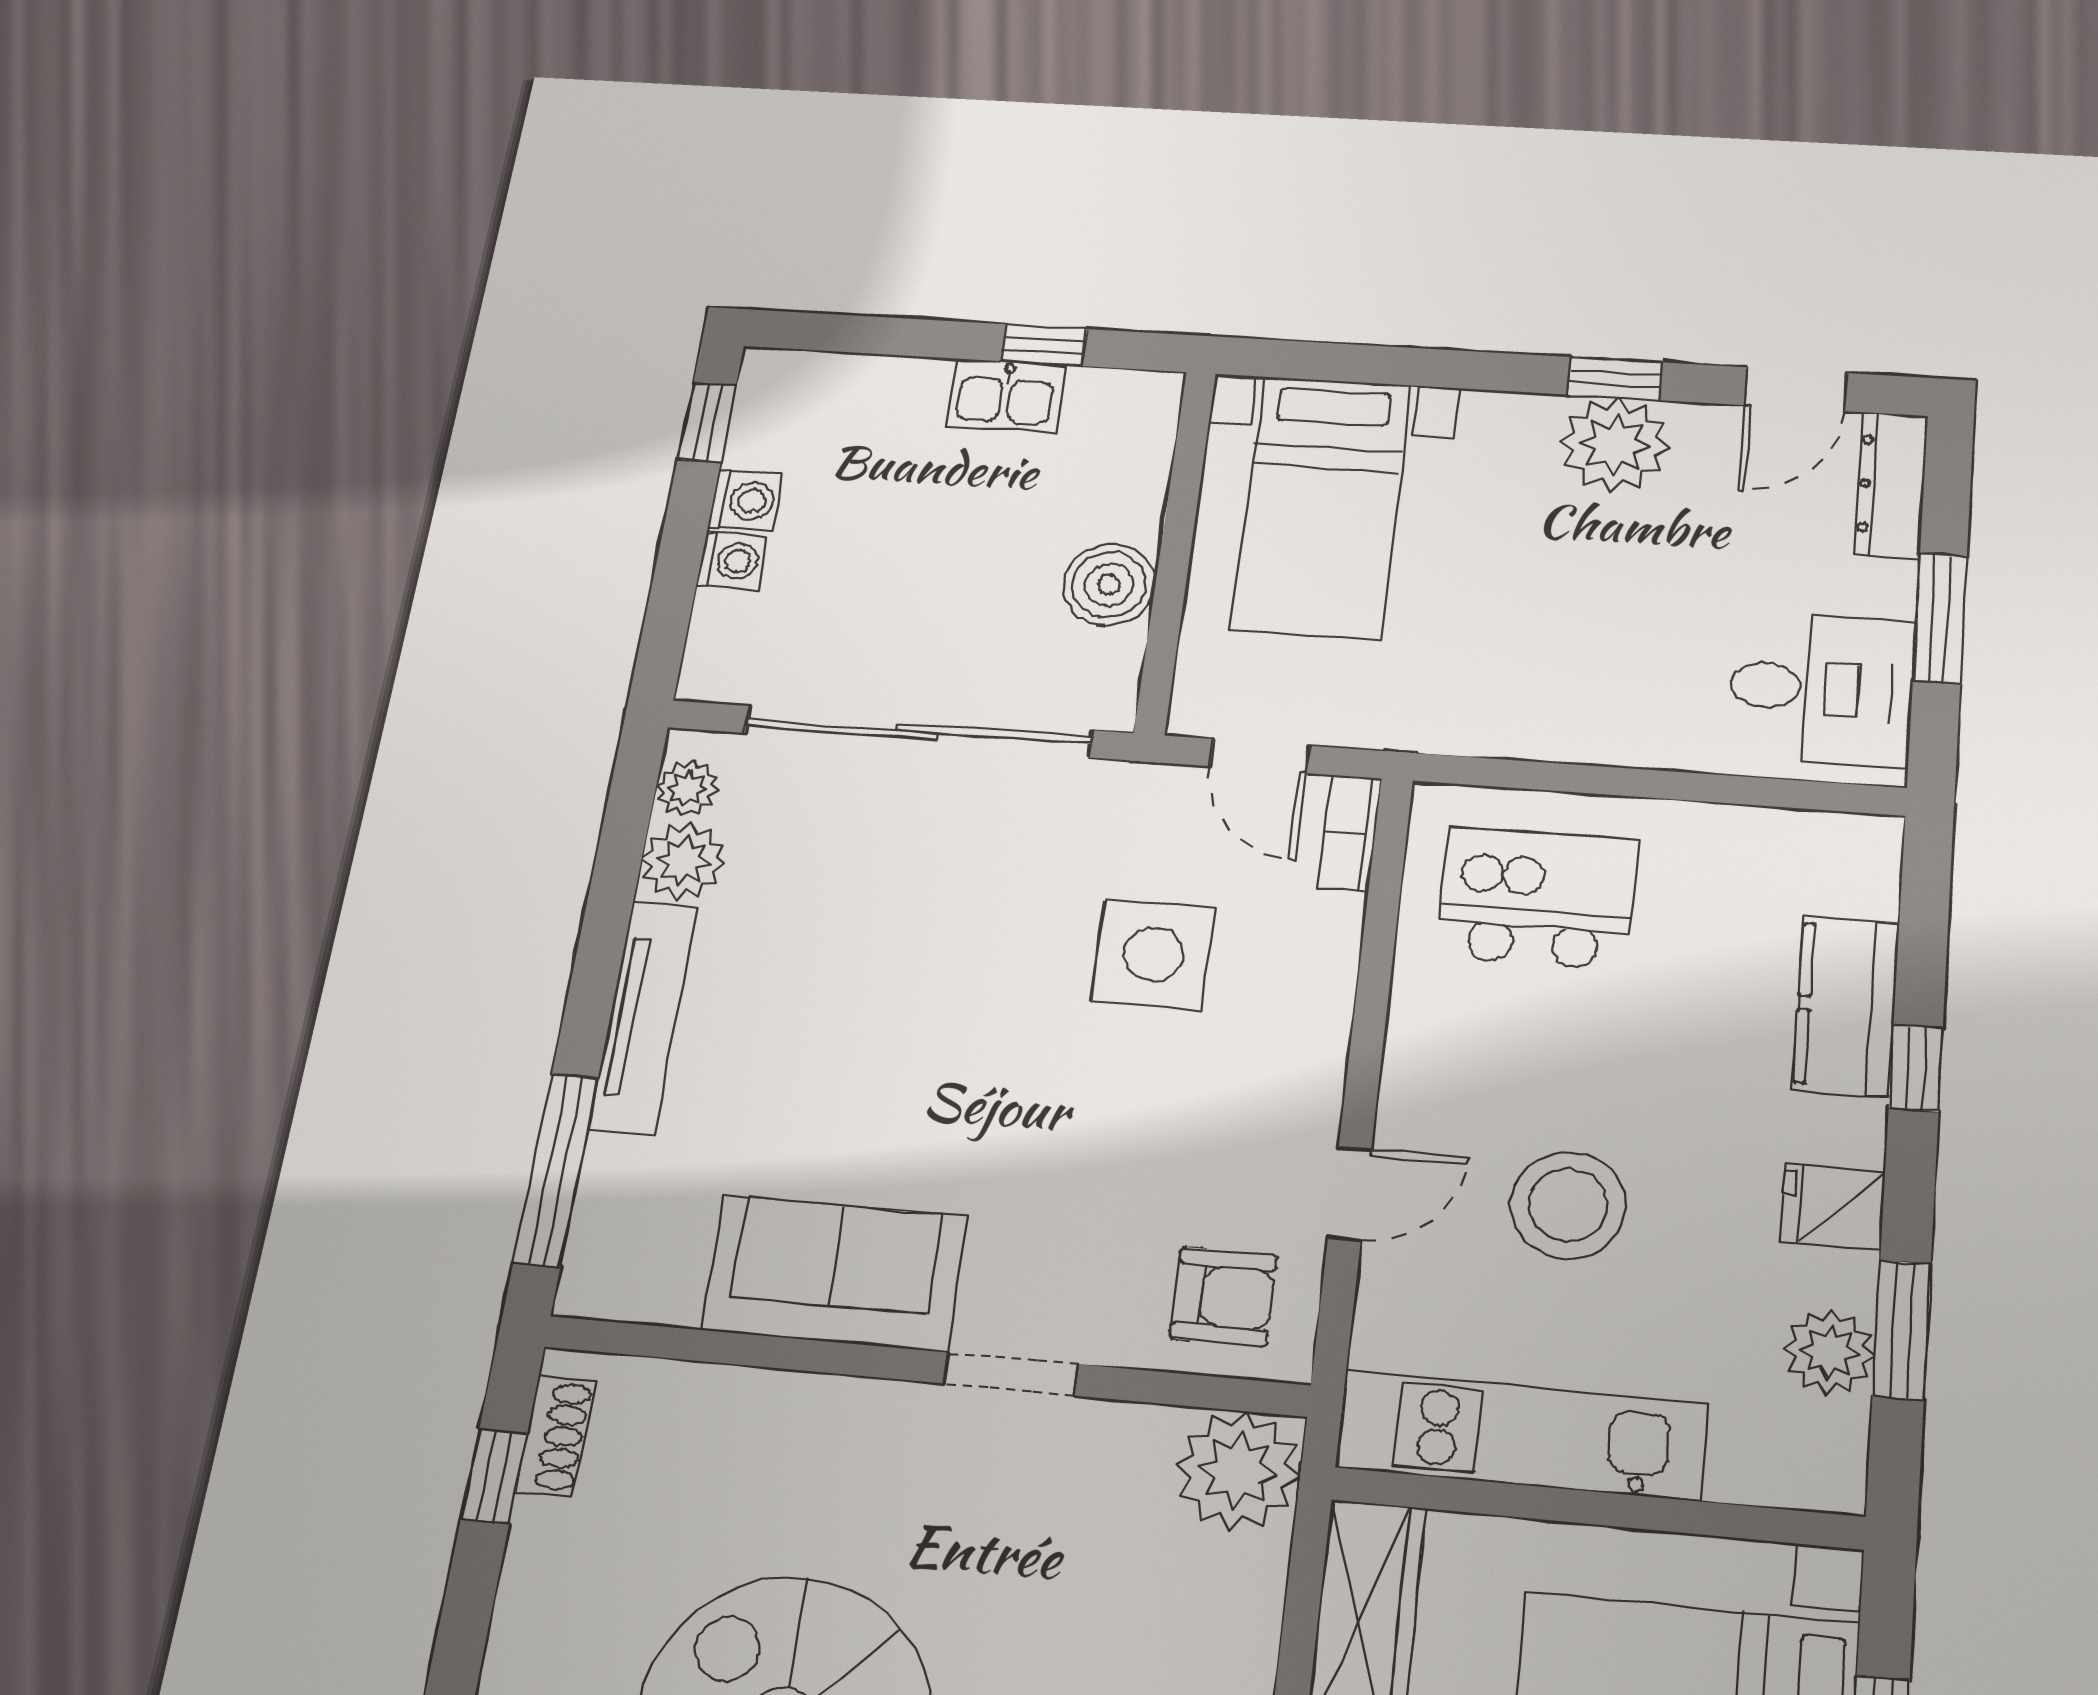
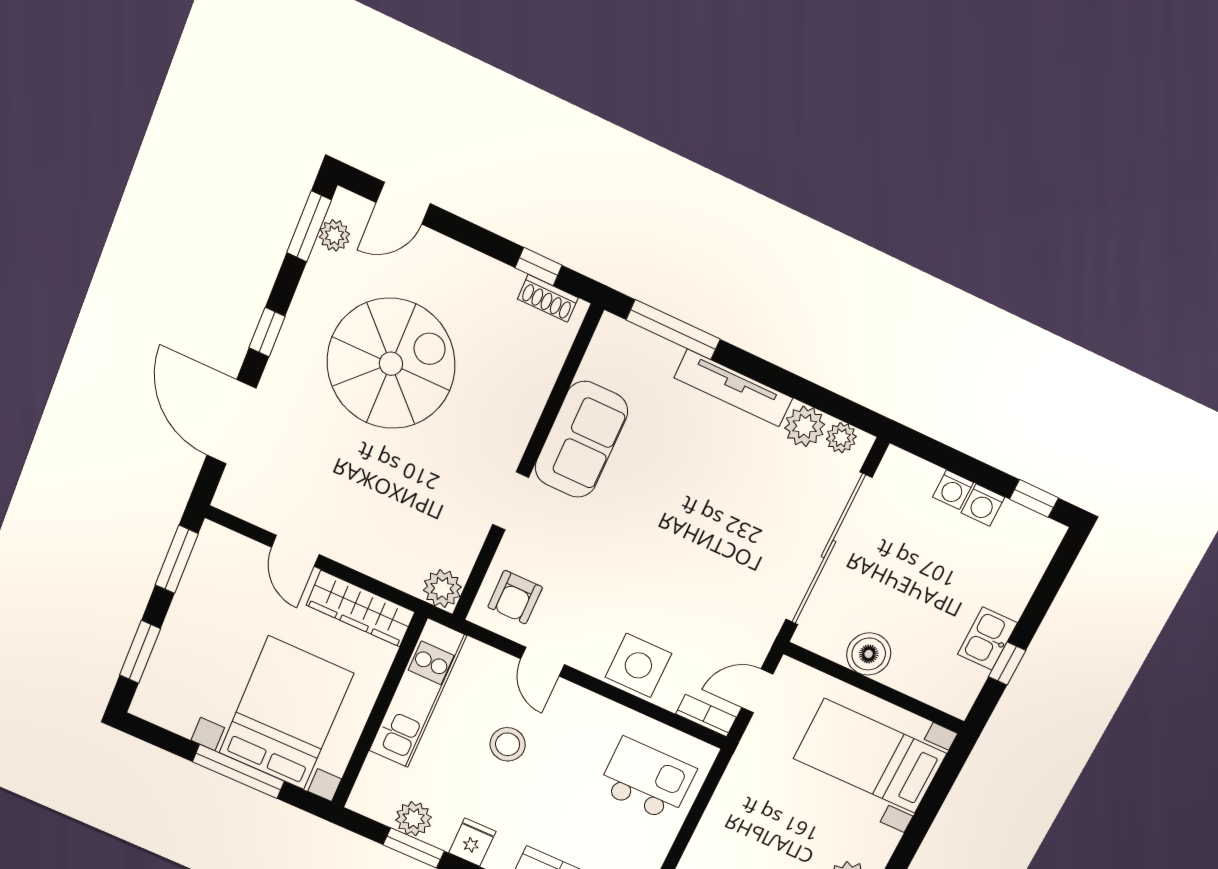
kitchen island: (1537, 898) -> (647, 779), turned -90
side table: (1153, 955) -> (638, 665), moved
stool: (1568, 1205) -> (508, 744), width x0.73, depth x0.73
plant: (1238, 1471) -> (442, 589), width x0.73, depth x0.73

